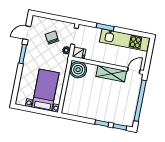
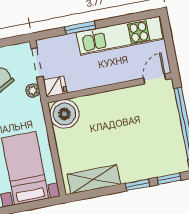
shelving: (111, 74) -> (94, 179), moved

